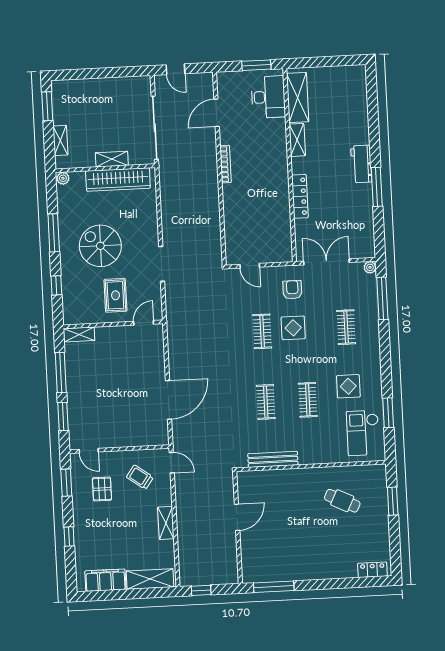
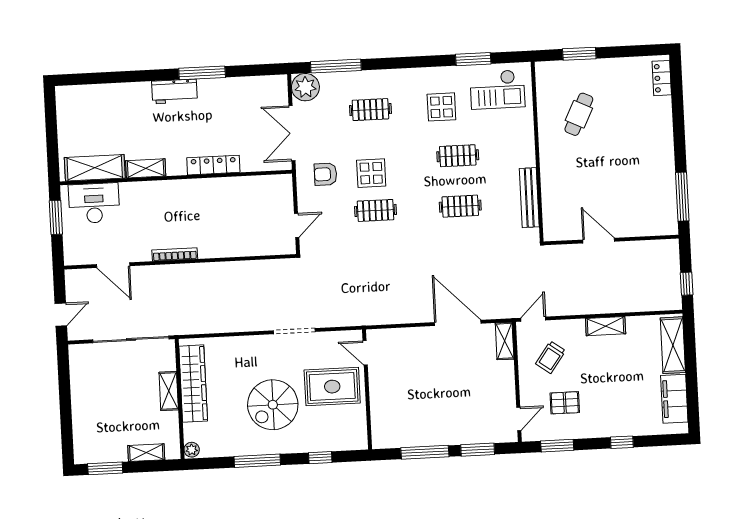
plant: (370, 267) -> (305, 87), width x1.87, depth x1.87
rug: (115, 295) -> (332, 387), width x1.36, depth x1.43
shelving: (79, 335) -> (505, 341), moved

